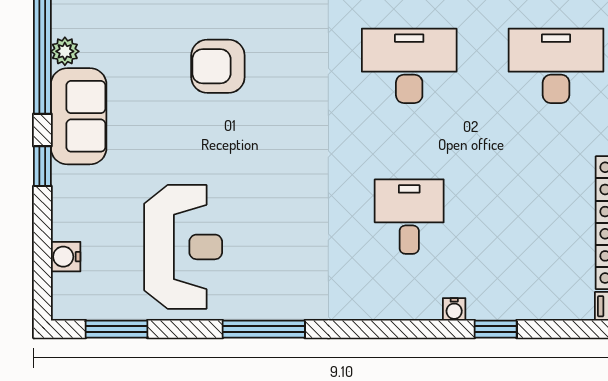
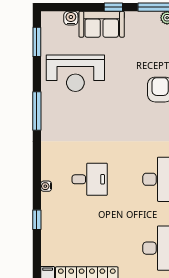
sofa: (79, 116) -> (102, 24), moved
water cooler: (454, 309) -> (46, 186), moved

